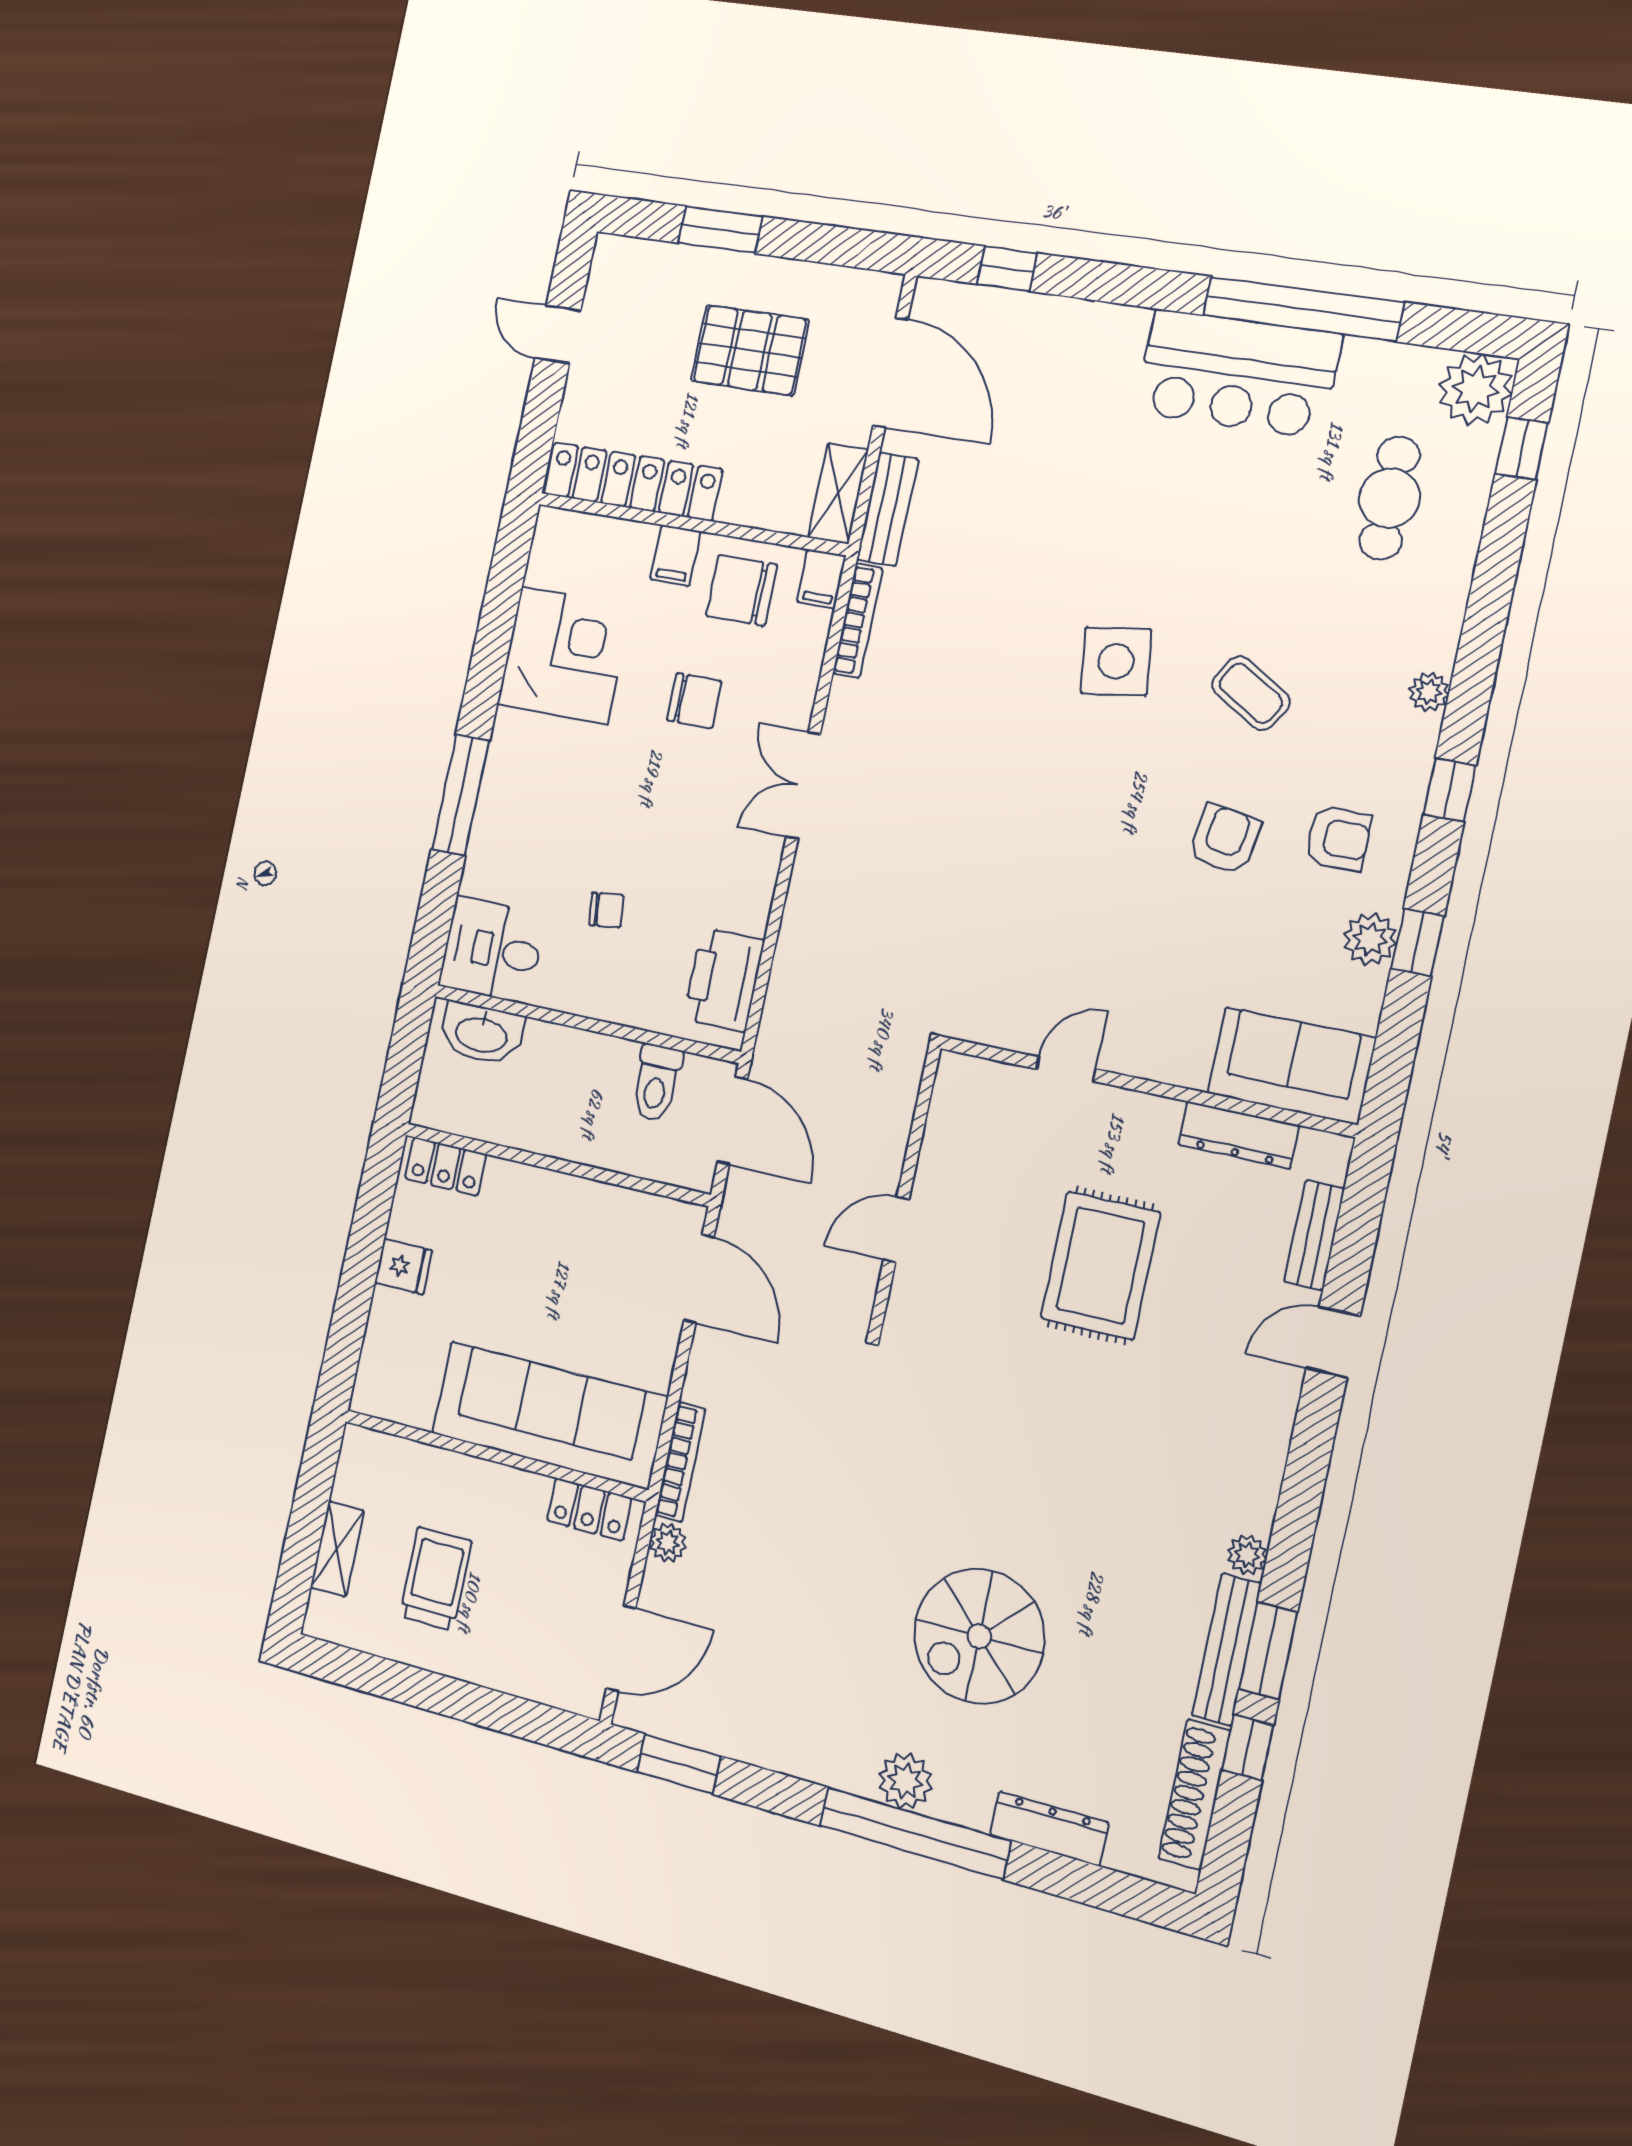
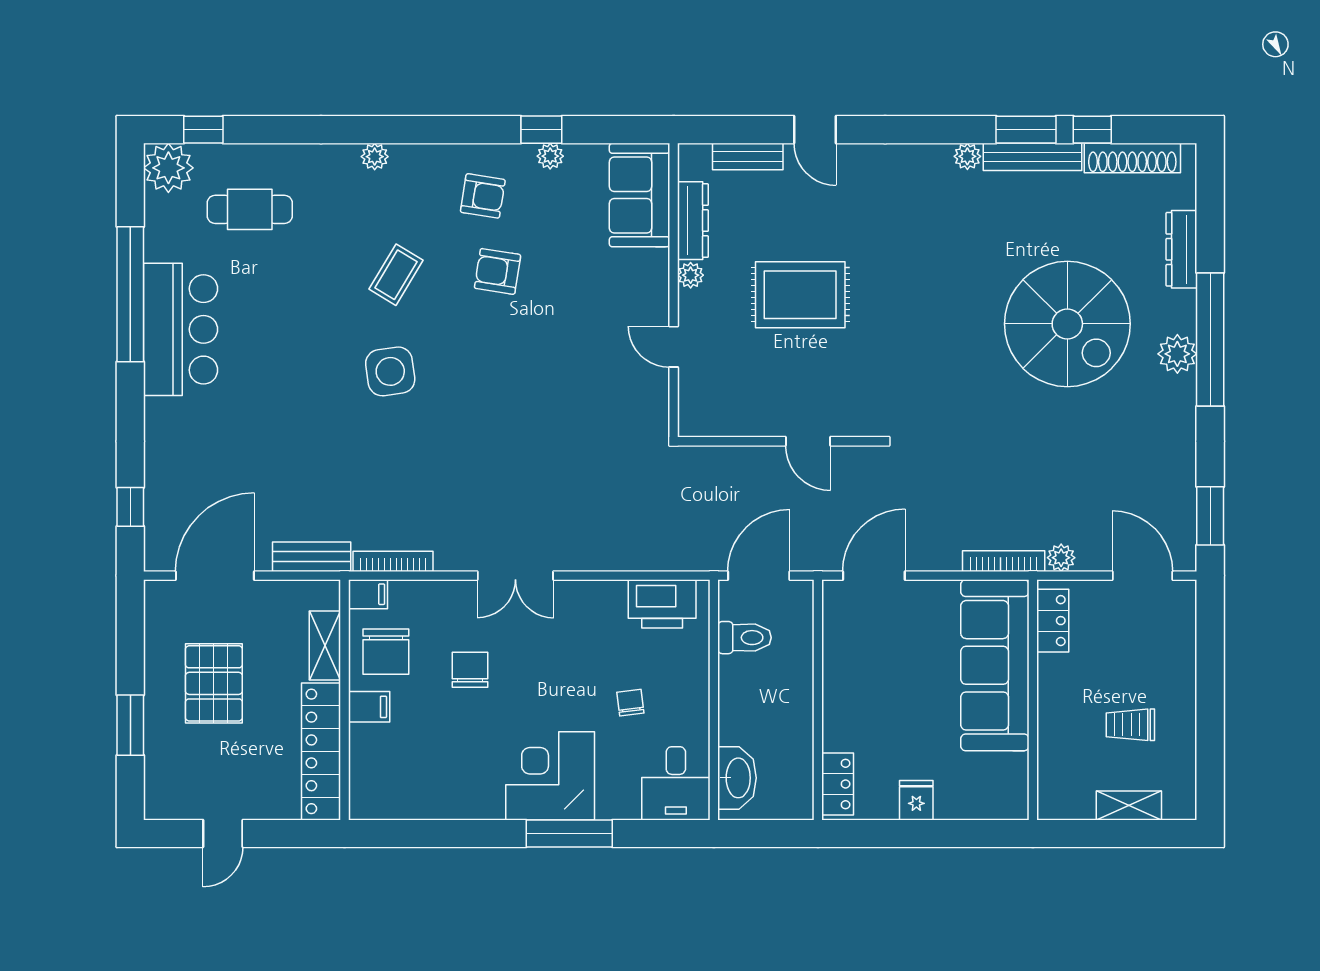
shelving: (838, 493) -> (325, 646), moved, turned 90
corner desk: (564, 655) -> (550, 776), moved
window: (1450, 790) -> (437, 130), removed
armchair: (1338, 839) -> (483, 196), turned 99
plant: (1370, 939) -> (550, 156), width x0.73, depth x0.73
plant: (1161, 1115) -> (691, 275), added
trolley: (436, 1579) -> (1130, 725), width x0.73, depth x0.72
spiral stairs: (979, 1636) -> (1067, 324), width x1.37, depth x1.37

